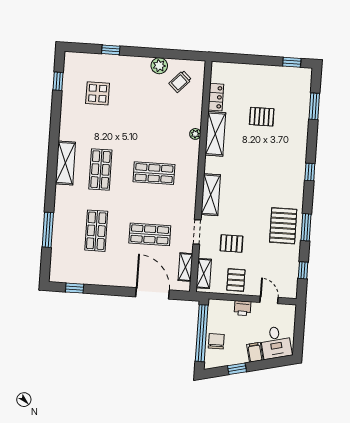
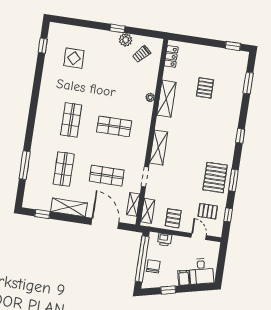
window: (111, 50) -> (117, 28), moved
locker: (216, 97) -> (171, 57), moved
pallet: (262, 117) -> (205, 88), turned 90
shelving: (65, 163) -> (69, 207), moved, turned 90
pallet: (231, 243) -> (208, 211), moved
printer: (243, 308) -> (165, 240), moved

